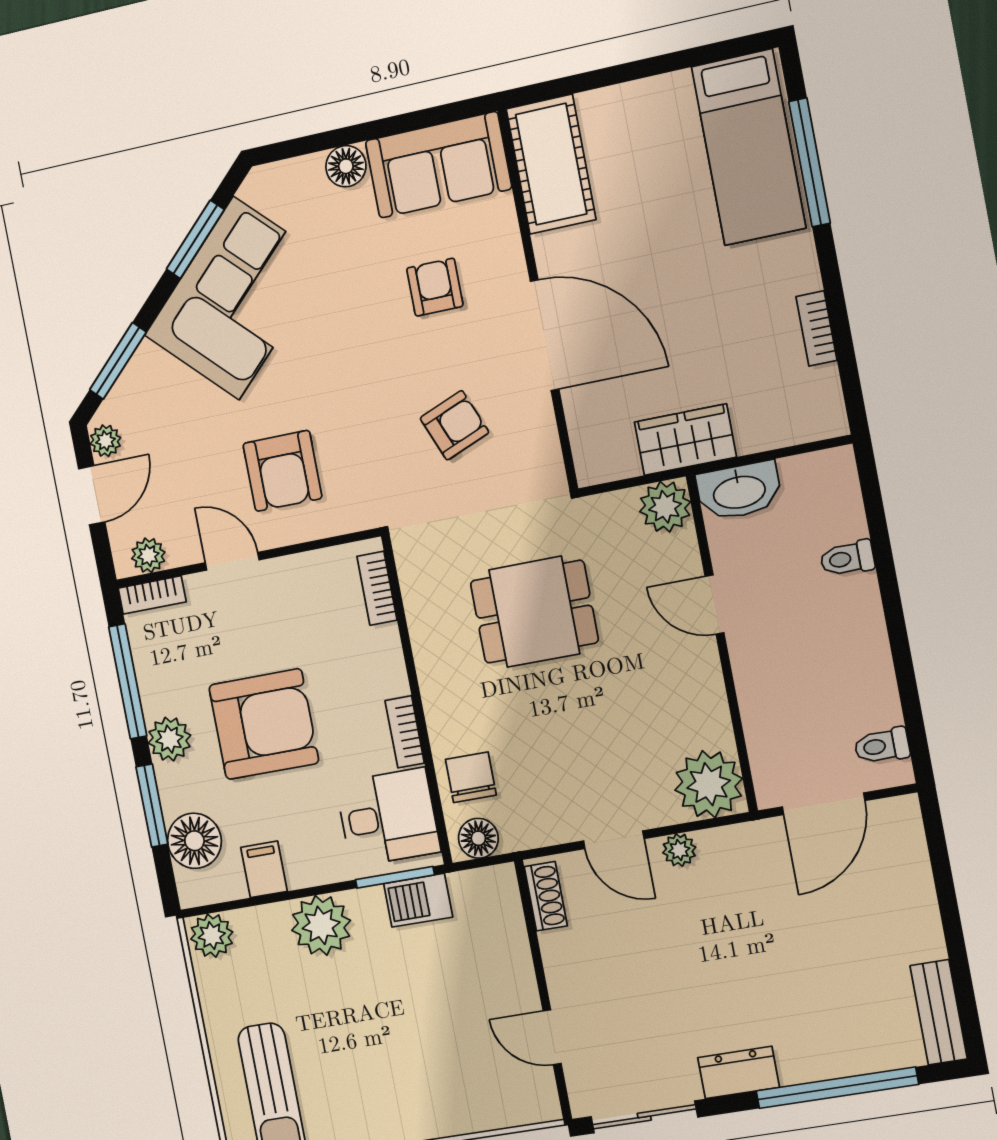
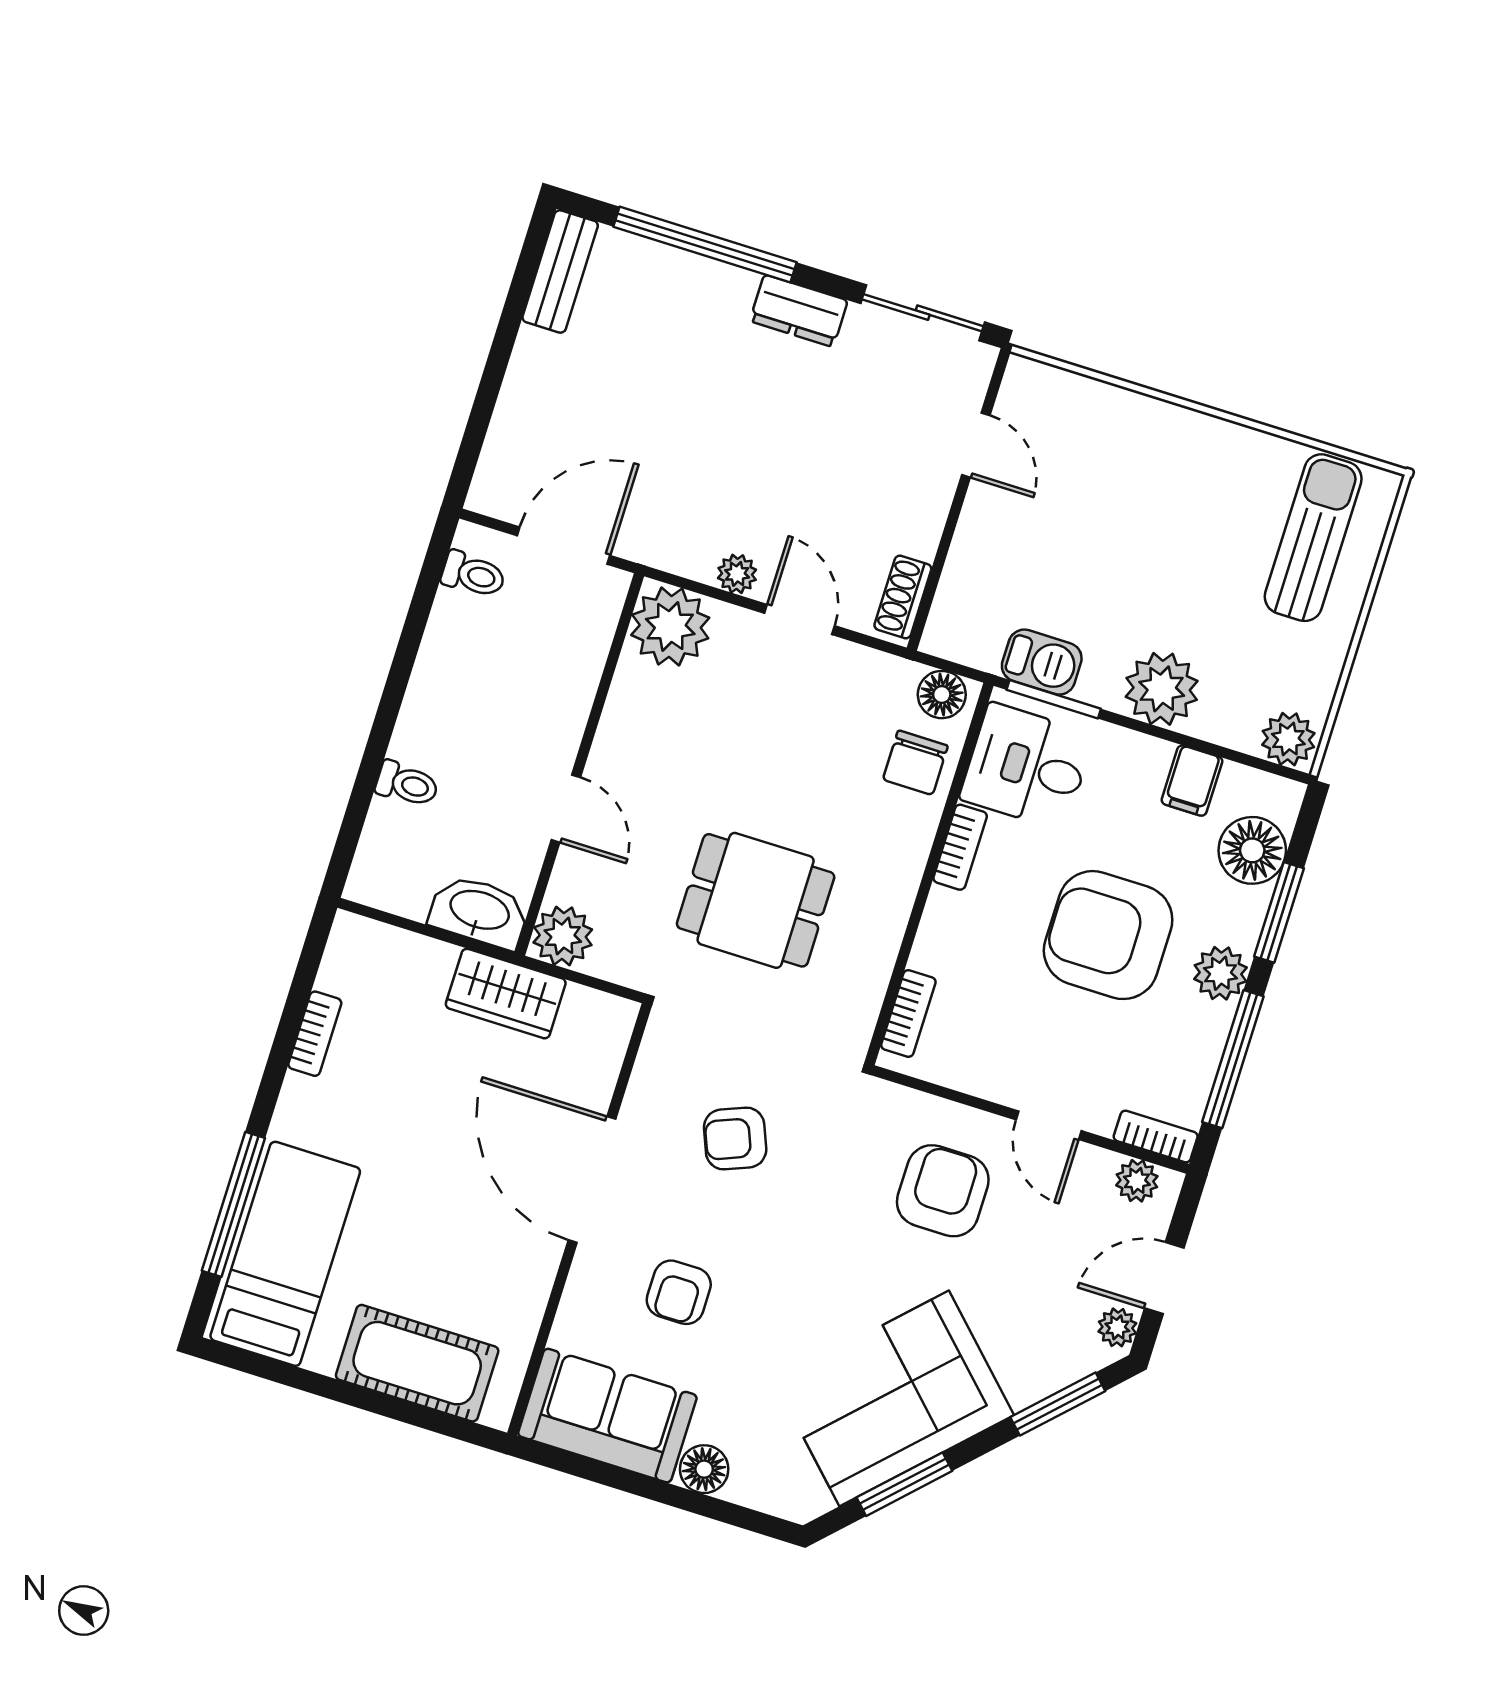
cot: (551, 164) -> (417, 1363), moved, turned 90

